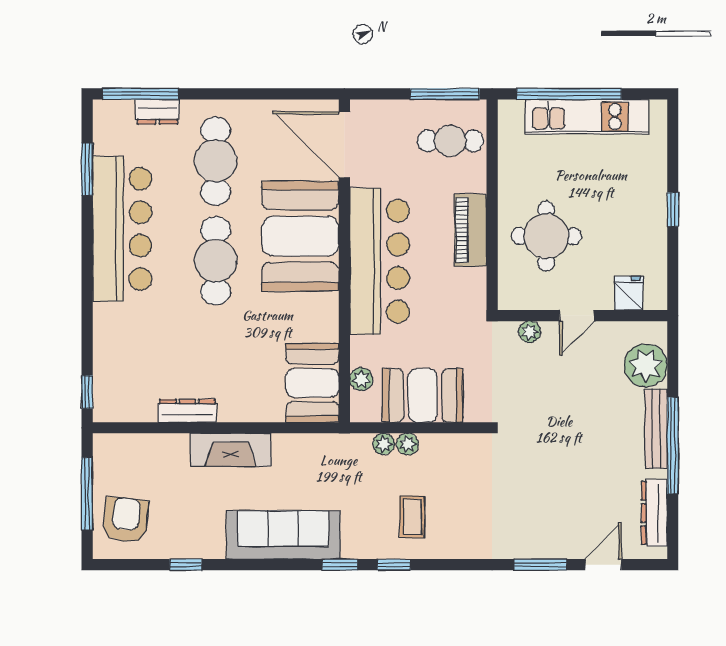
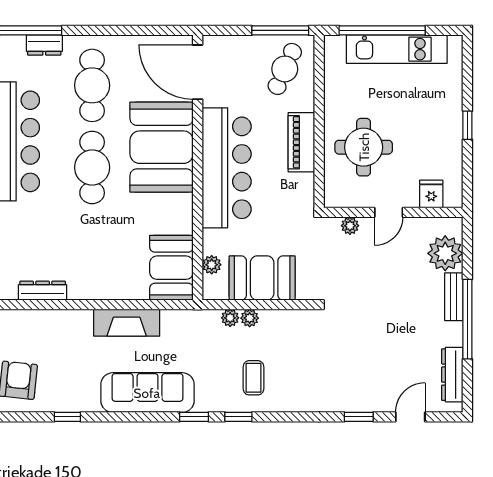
cafe table: (450, 141) -> (285, 69), turned -66
dresser: (187, 411) -> (43, 291), moved
bench: (656, 429) -> (454, 297), width x0.73
fireplace: (231, 450) -> (127, 323), moved
window: (540, 565) -> (359, 417), width x0.67

